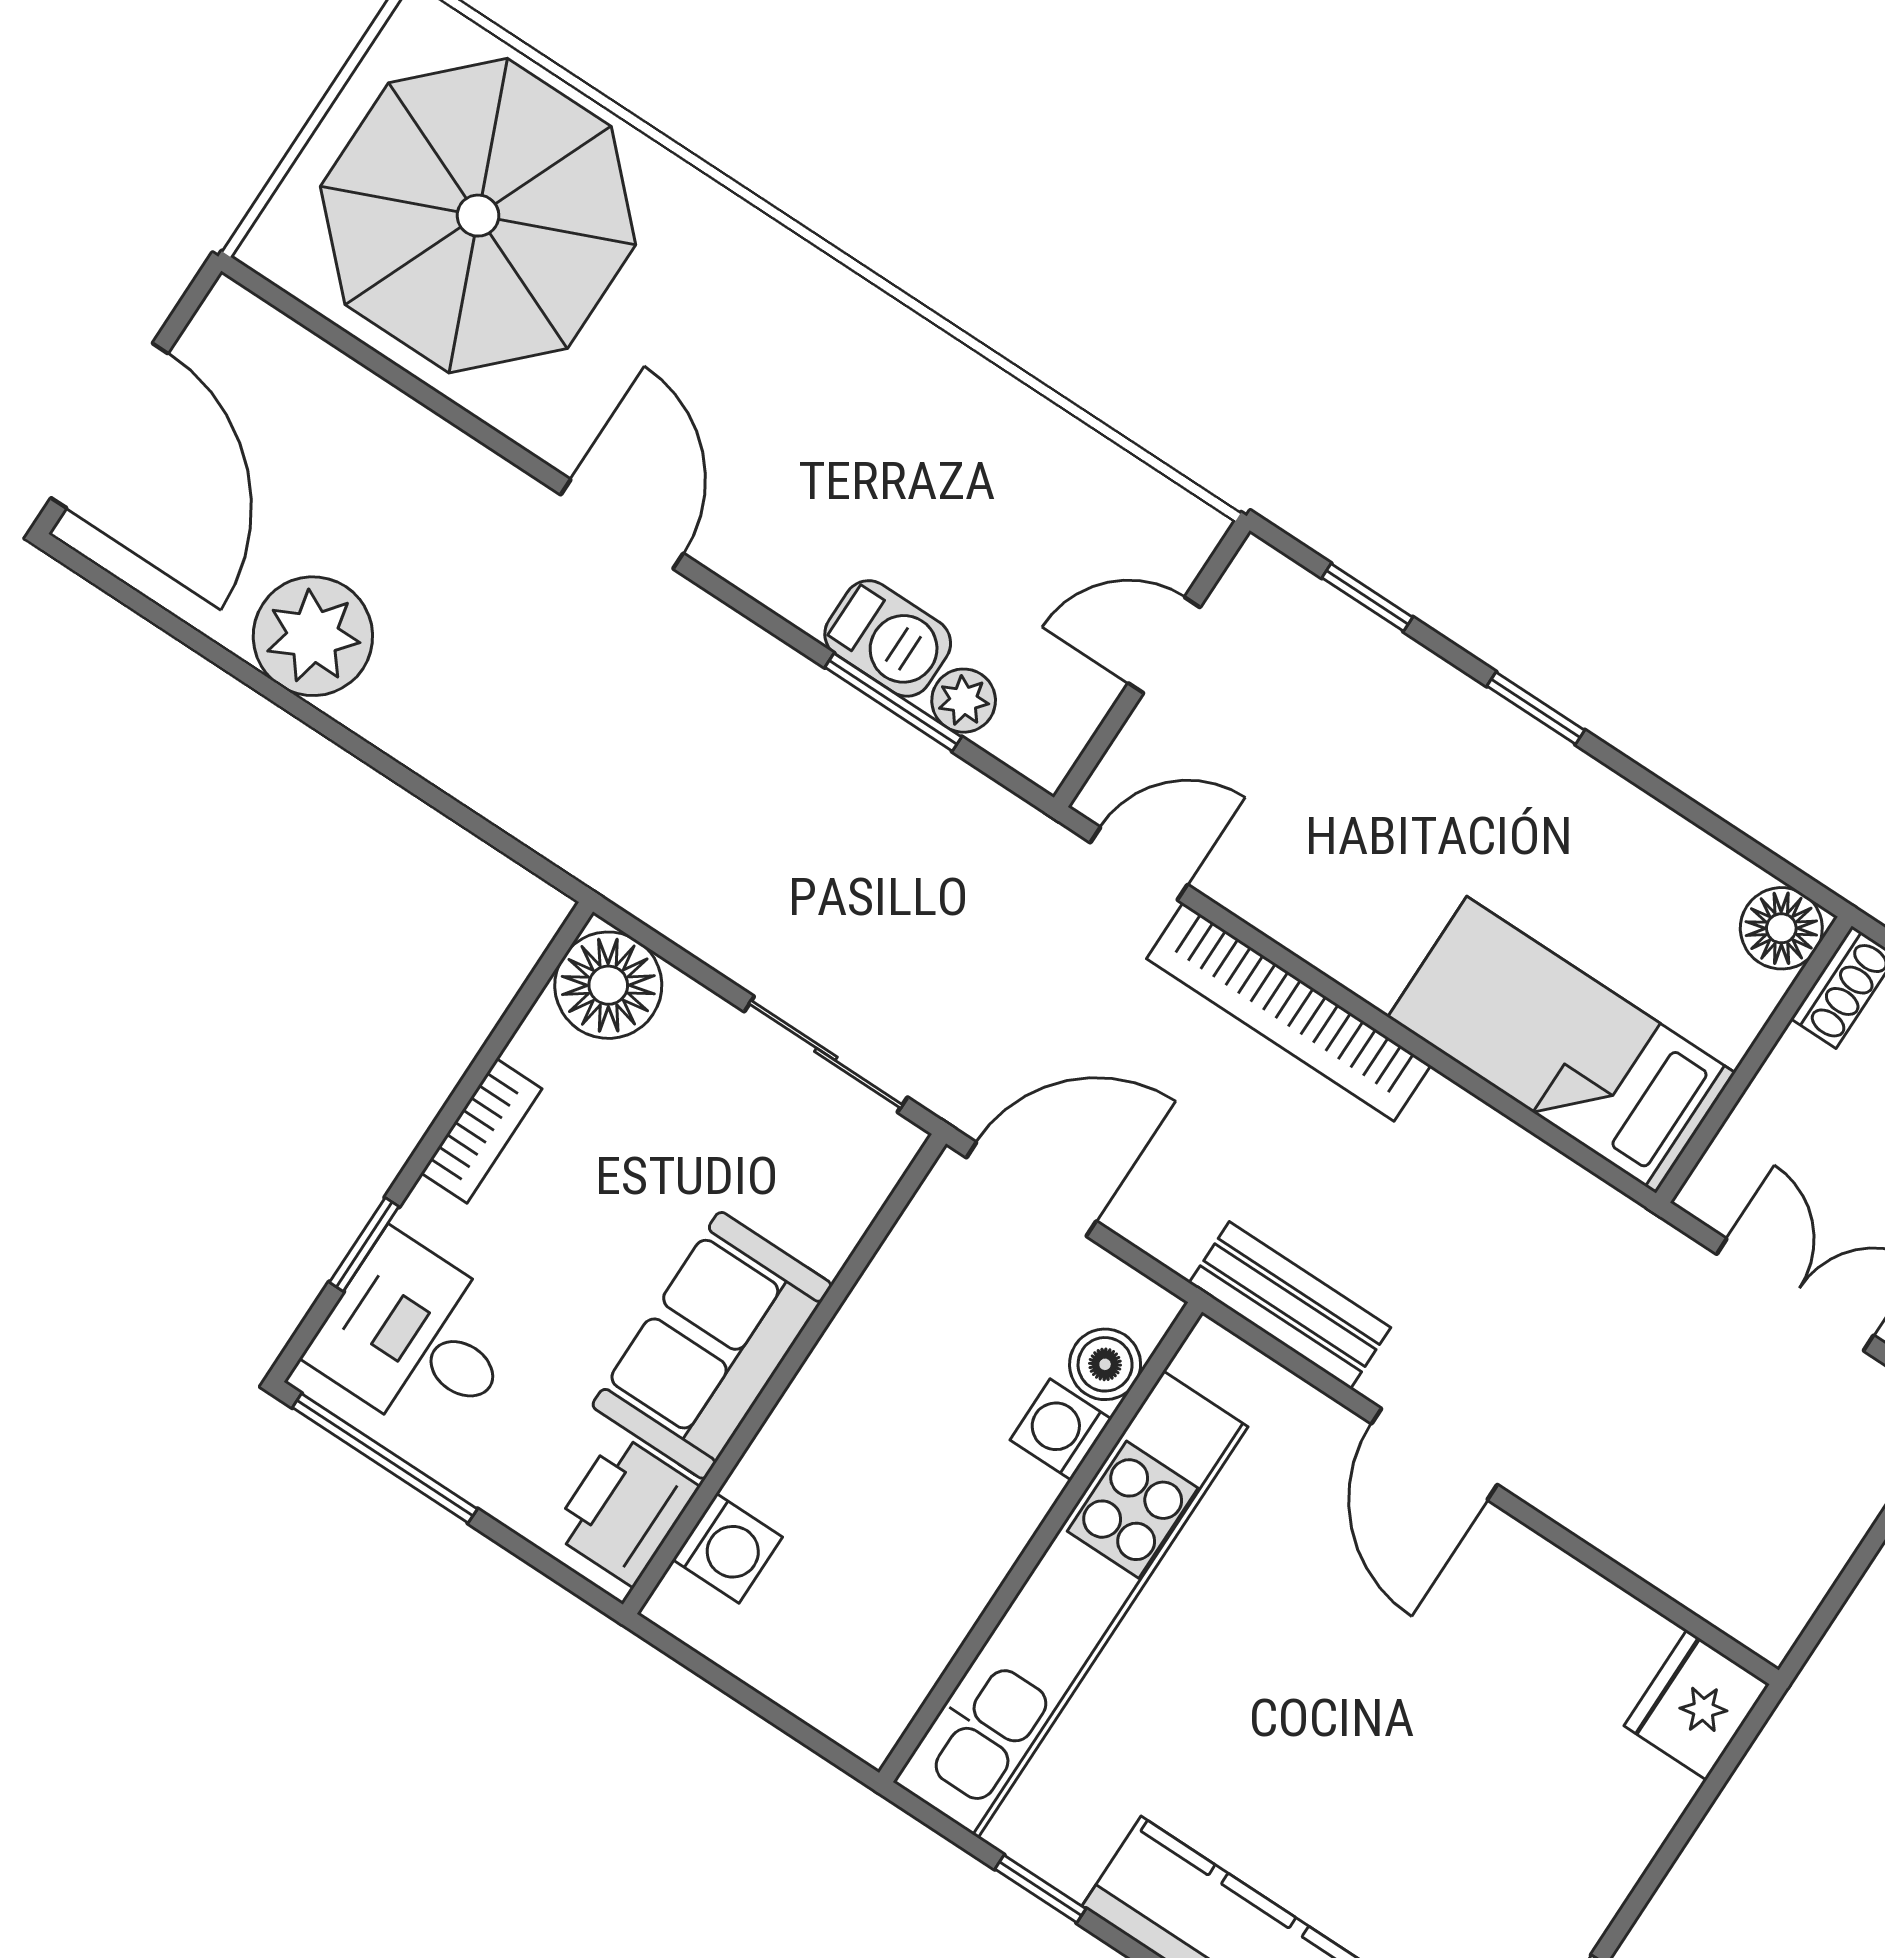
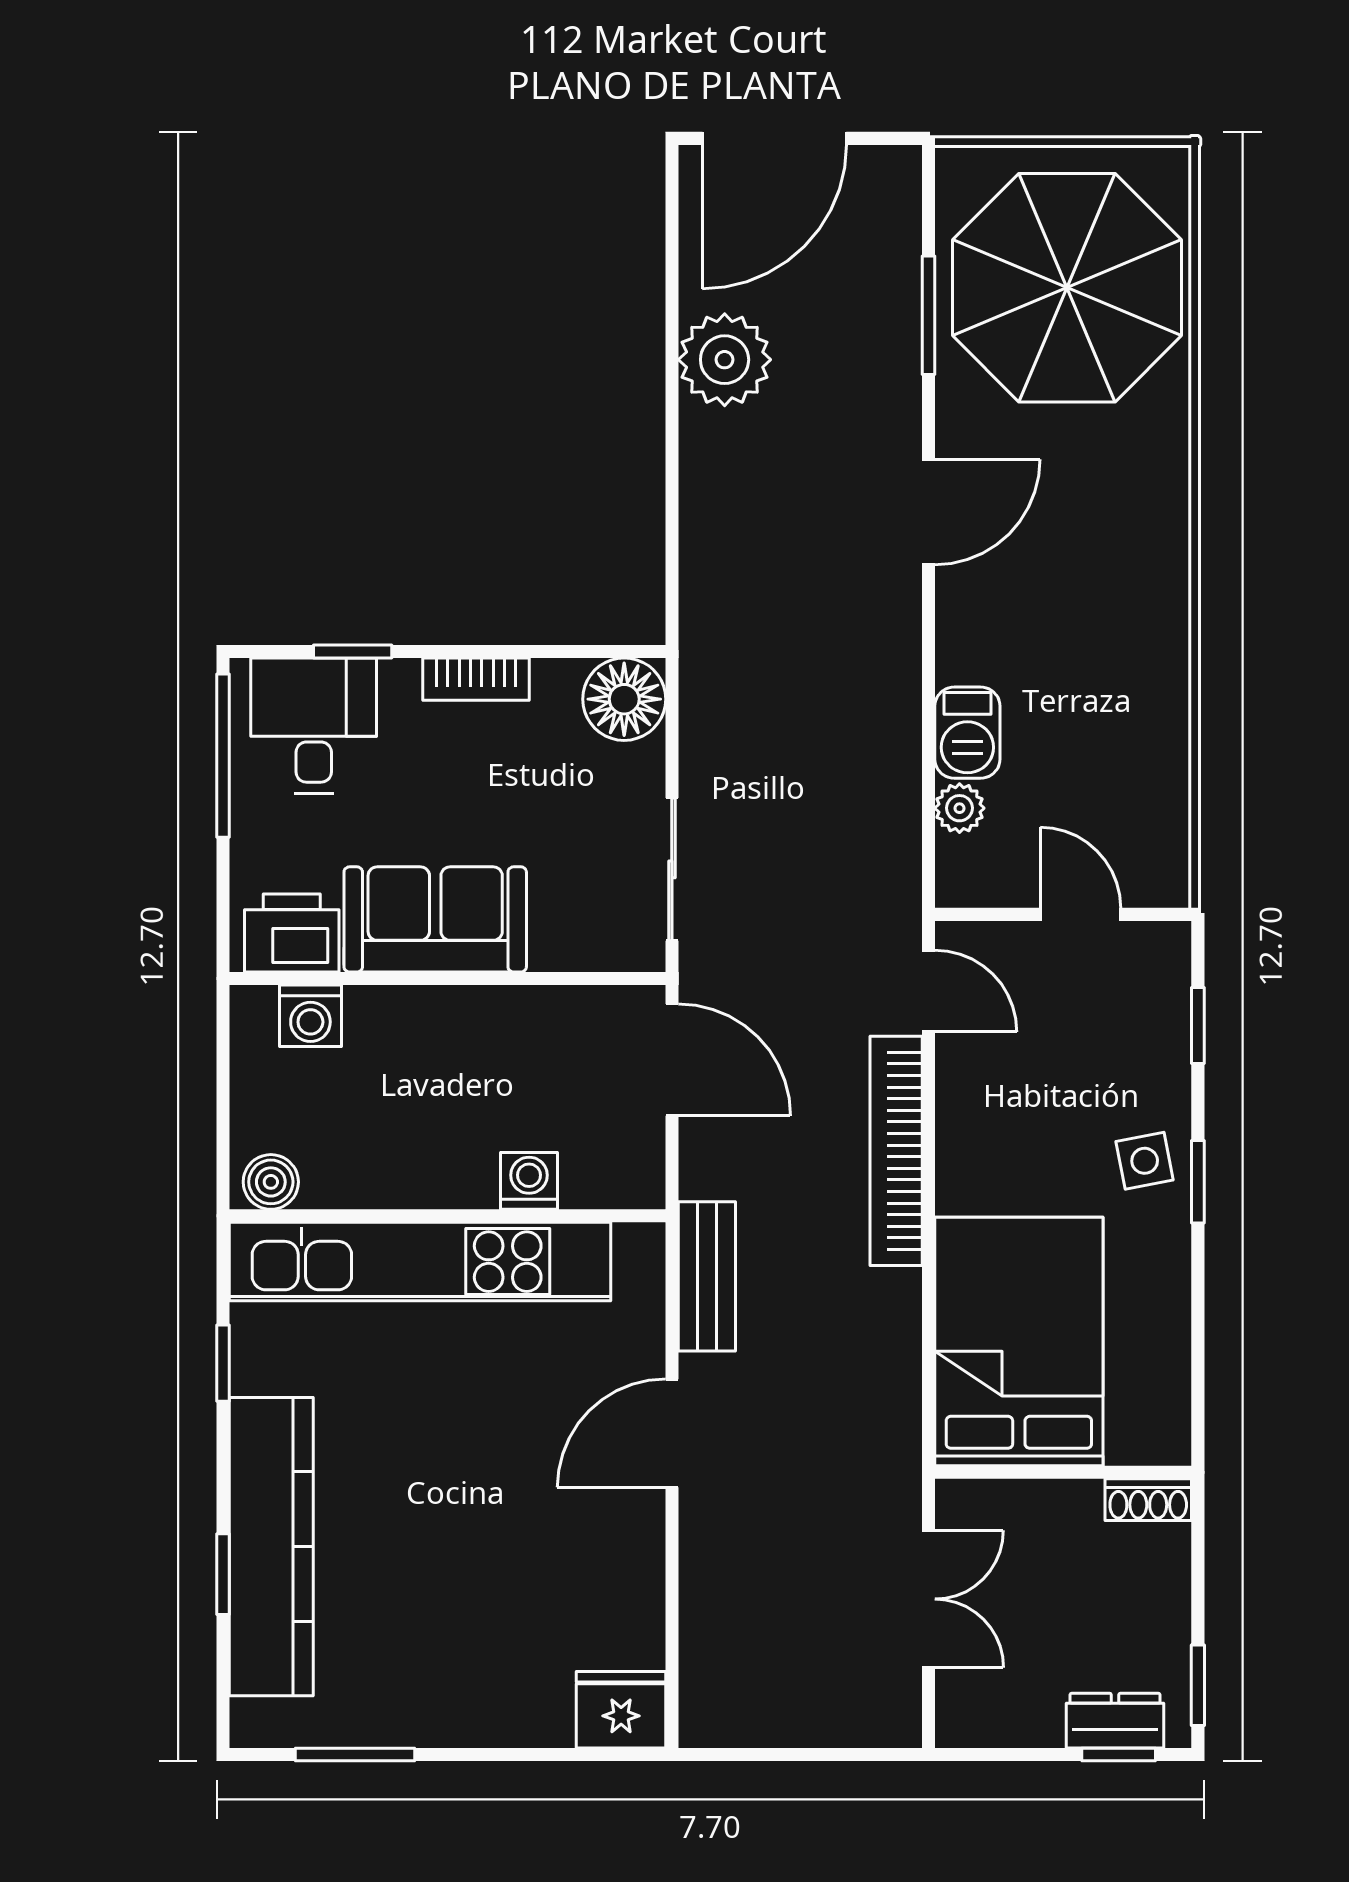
window: (893, 702) -> (928, 315), moved
side table: (1475, 751) -> (1145, 1161), added
floor lamp: (1781, 928) -> (1160, 1434), removed
bed: (1561, 1045) -> (1019, 1341), width x1.50
boiler: (1105, 1364) -> (271, 1182), moved

